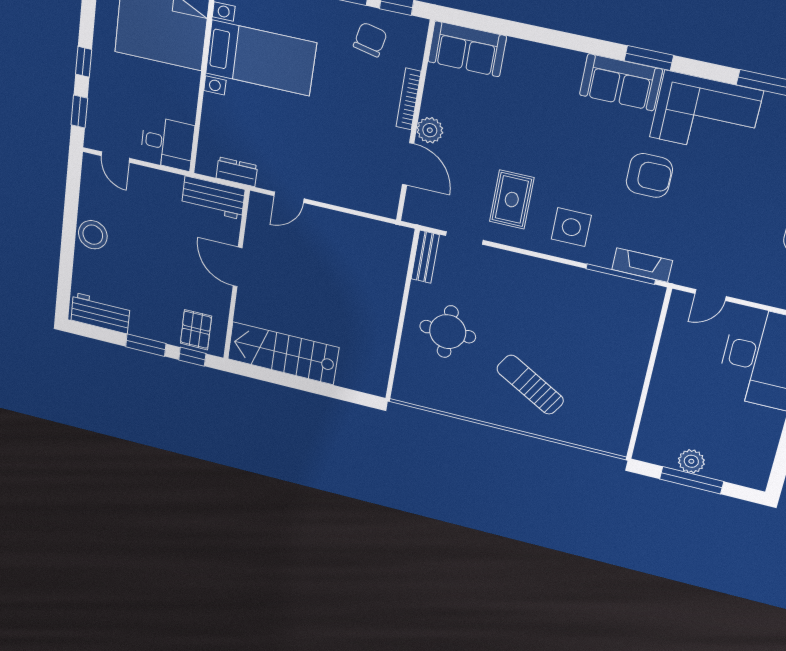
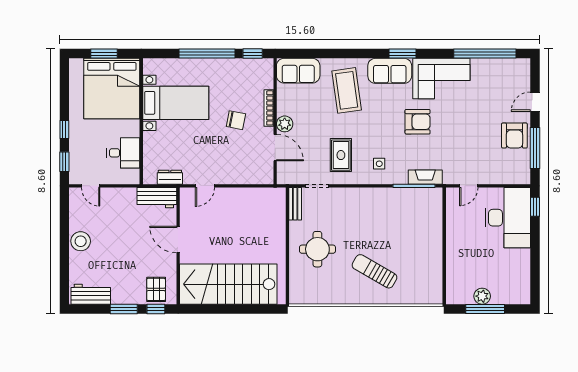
chair: (370, 40) -> (236, 120), moved, turned 89
coffee table: (541, 99) -> (347, 90), added
desk: (167, 143) -> (123, 153), moved
side table: (571, 227) -> (379, 164), width x0.54, depth x0.54
stairs: (283, 353) -> (228, 284), width x1.36, depth x1.51

